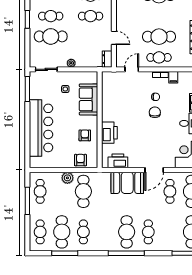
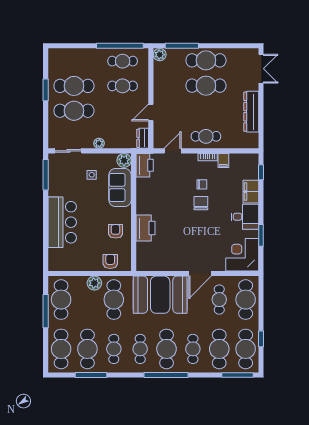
cafe table: (51, 16) -> (74, 86), width x1.37, depth x1.35
cafe table: (159, 37) -> (206, 86), moved
door: (114, 38) -> (151, 112), swing flipped
plant: (92, 77) -> (124, 160), added
bar counter: (41, 128) -> (62, 222), width x0.73
printer: (118, 161) -> (145, 165), moved, turned 90
booth: (127, 183) -> (160, 295), width x1.36, depth x1.42
cafe table: (40, 191) -> (61, 300), width x1.37, depth x1.35
cafe table: (40, 232) -> (61, 349), width x1.37, depth x1.35
cafe table: (105, 232) -> (140, 349), added
cafe table: (170, 232) -> (219, 349), added

